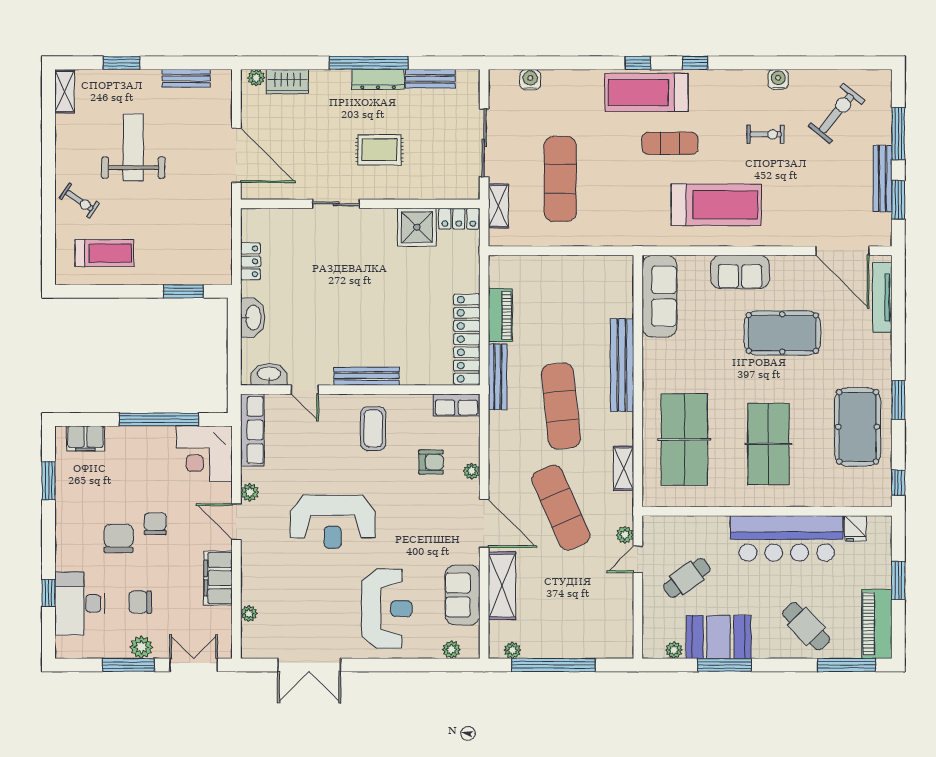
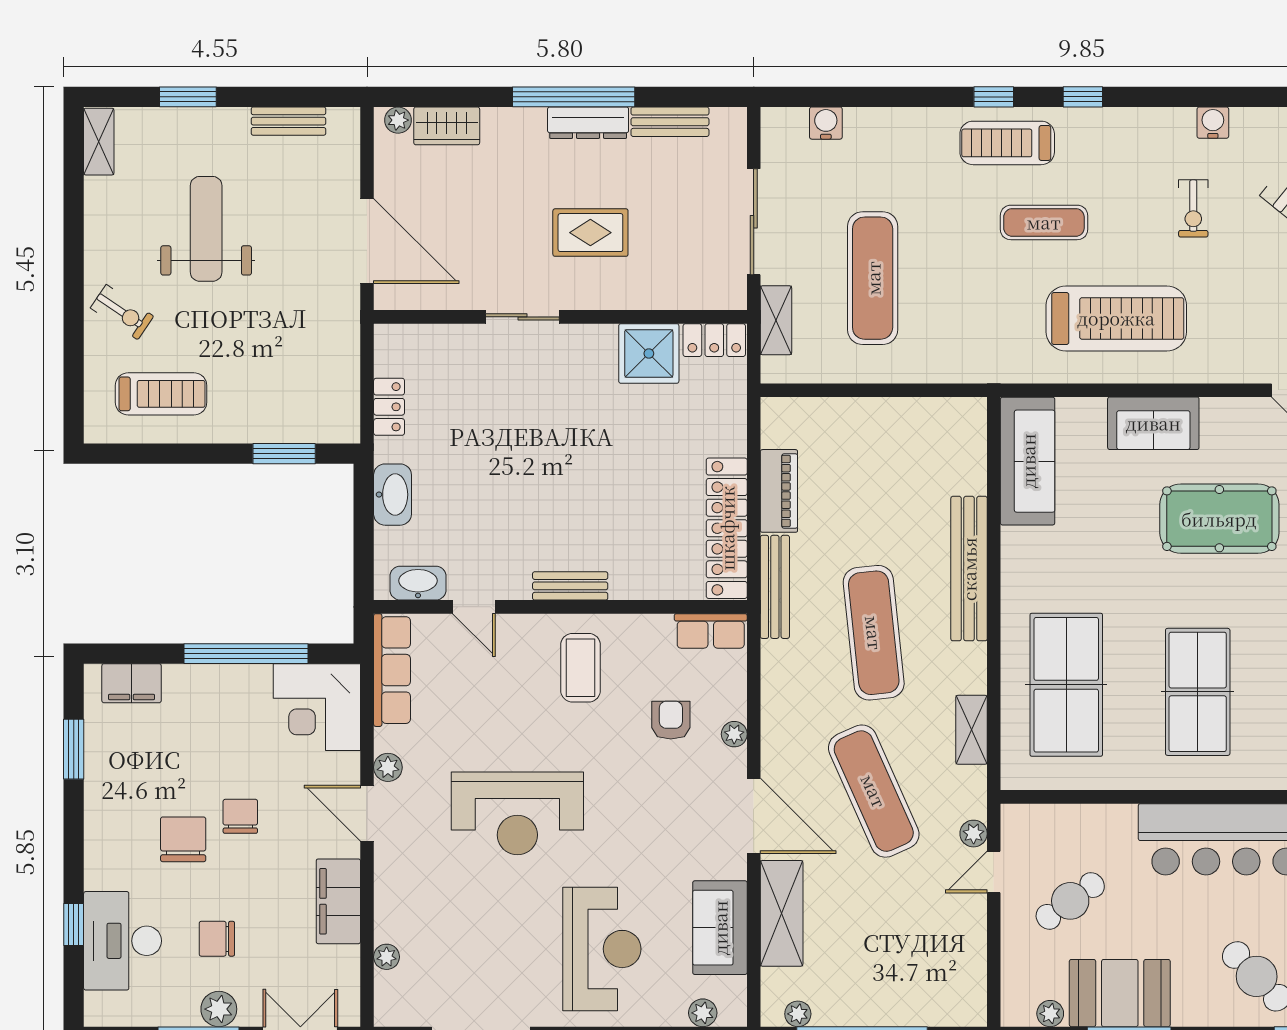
treadmill: (646, 92) -> (1007, 143), width x0.73, depth x0.73
exercise bike: (766, 134) -> (1193, 208), turned 90
bench: (367, 376) -> (570, 586), width x0.73
armchair: (431, 462) -> (671, 720), turned -90

